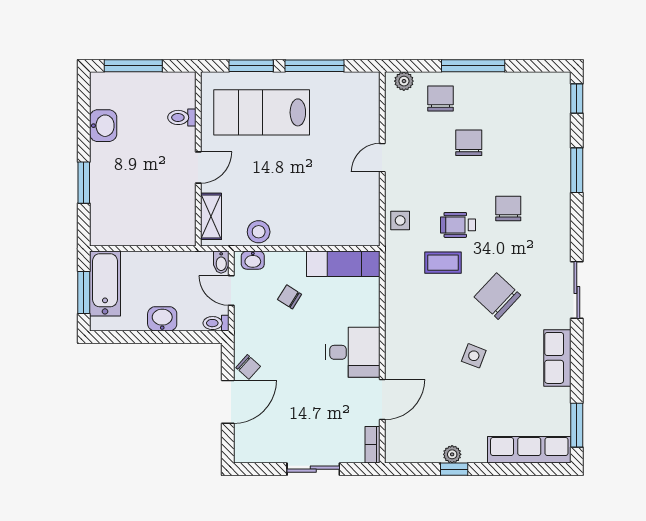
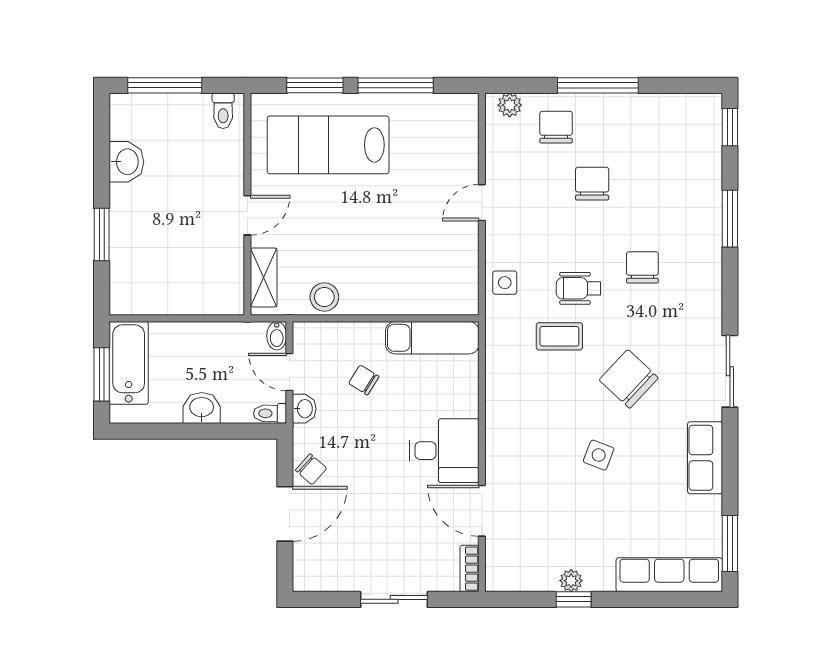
toilet: (182, 117) -> (223, 111), moved, turned -90
washbasin: (253, 260) -> (304, 409), moved, turned -90
door: (382, 400) -> (482, 511), swing flipped

